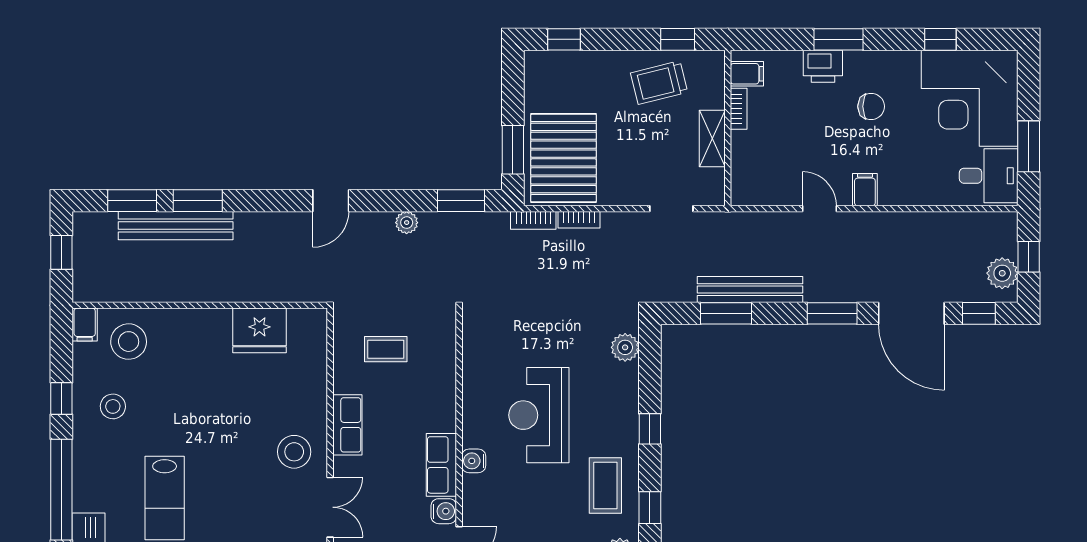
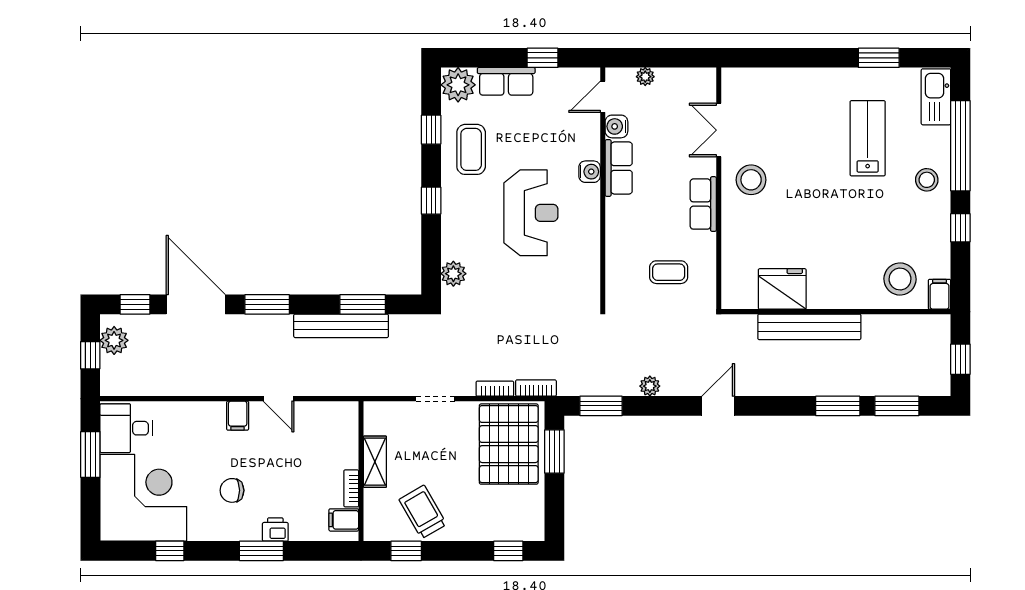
printer: (823, 66) -> (275, 530), width x0.73, depth x0.81
trolley: (659, 83) -> (423, 512), turned -106
doorway: (671, 209) -> (435, 399), moved
bench: (176, 226) -> (809, 327), moved
stool: (113, 406) -> (927, 180), moved

